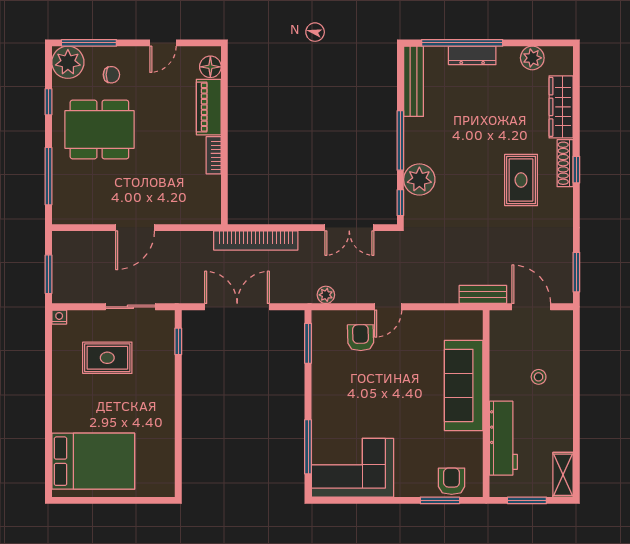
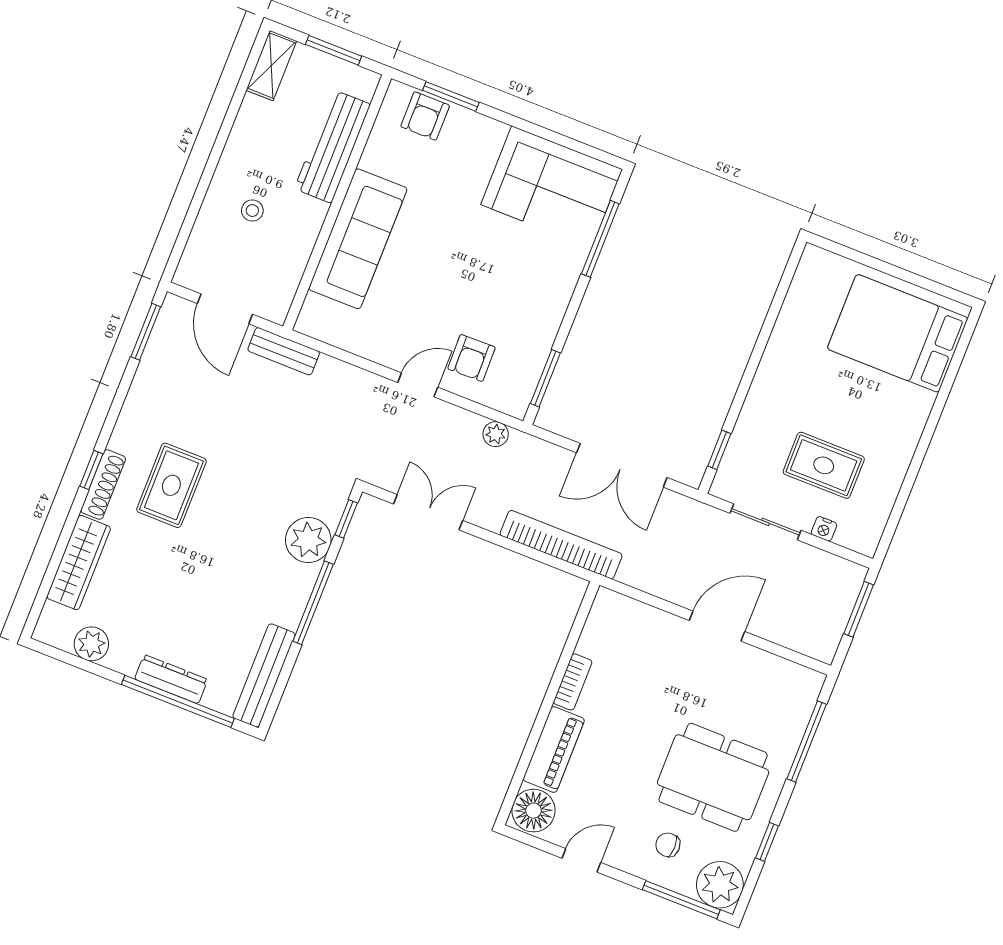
floor lamp: (210, 67) -> (533, 811), width x1.38, depth x1.38
nightstand: (59, 317) -> (824, 529), moved

